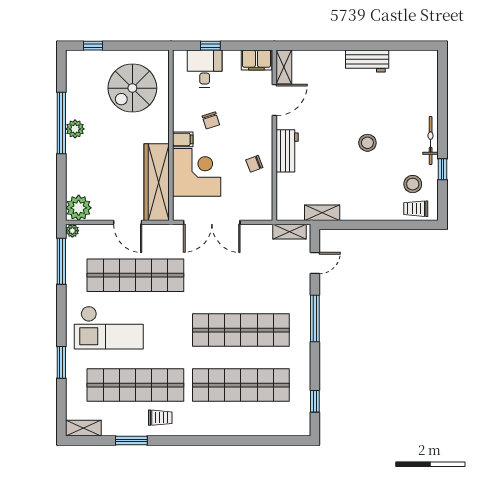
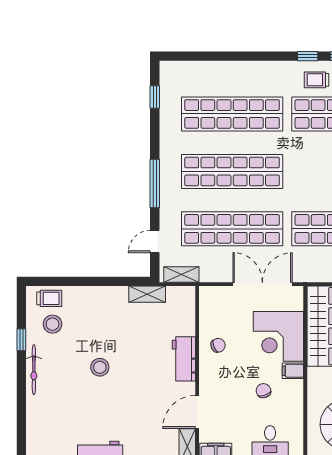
shop shelf: (241, 275) -> (232, 229), added
window: (169, 440) -> (308, 56), added

